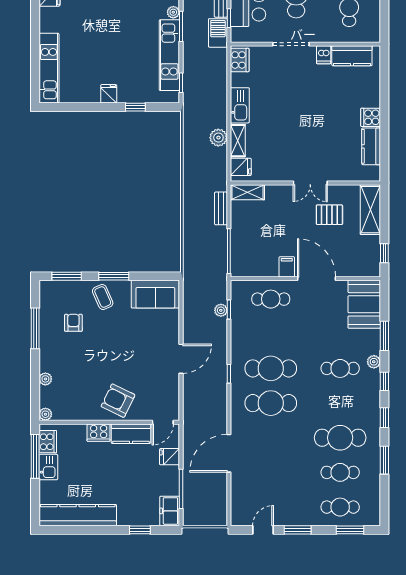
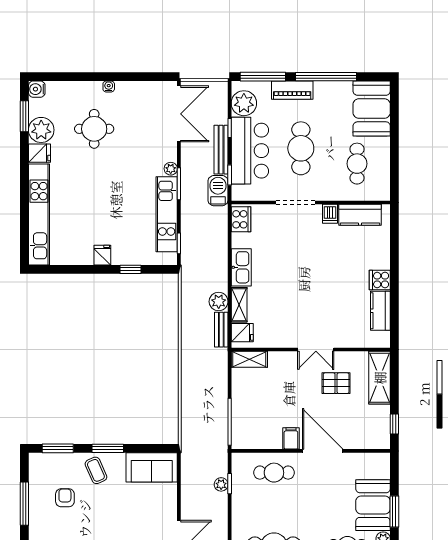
kitchen unit: (49, 68) -> (39, 214), width x1.36
bench: (221, 208) -> (221, 330), moved
booth: (364, 304) -> (373, 505), moved

